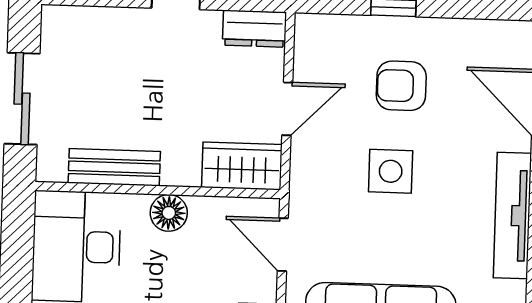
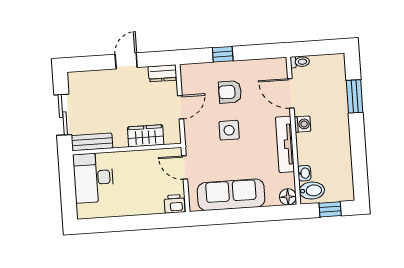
wardrobe: (242, 166) -> (146, 136), moved
bench: (114, 167) -> (92, 142), moved
floor lamp: (169, 213) -> (133, 159), removed

